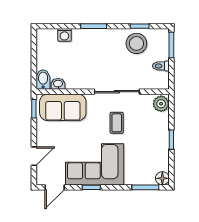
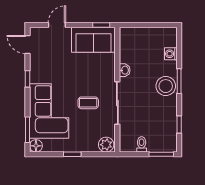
stool: (136, 43) -> (166, 86), moved
bidet: (43, 80) -> (129, 34), removed
washbasin: (58, 84) -> (125, 70), moved
sofa: (63, 107) -> (93, 40), moved, turned -90
door: (34, 156) -> (57, 25), swing flipped
corner sofa: (95, 164) -> (49, 111), moved

